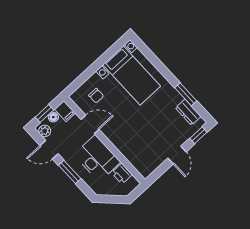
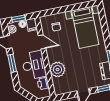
plant: (129, 146) -> (57, 69), added

